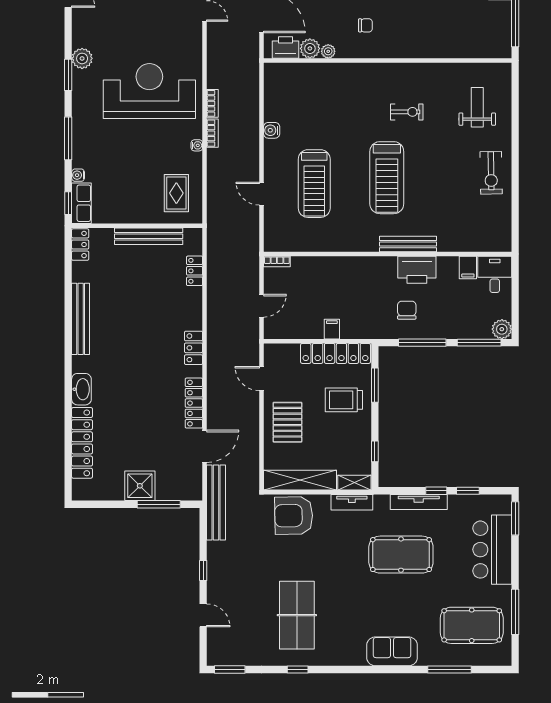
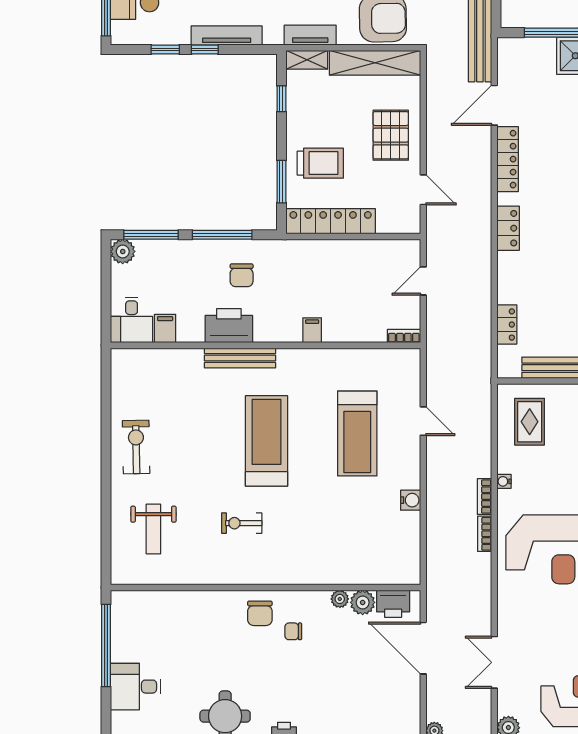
chair: (392, 40) -> (260, 613), added
treadmill: (314, 184) -> (357, 434), turned 180
filing cabinet: (332, 329) -> (312, 330), moved, turned 180

